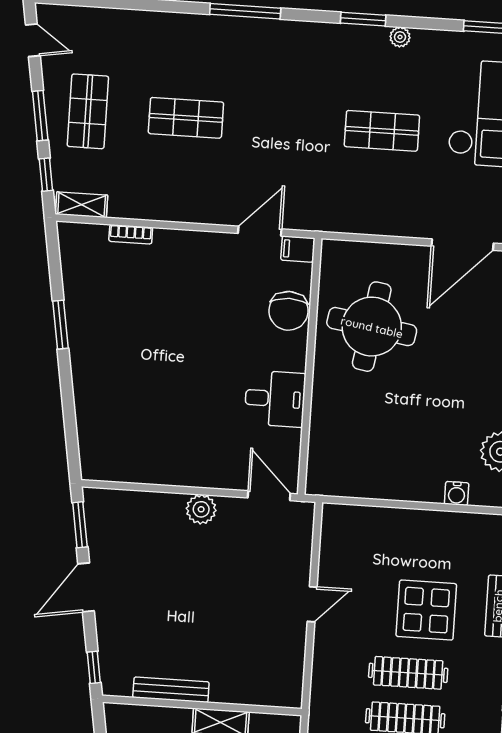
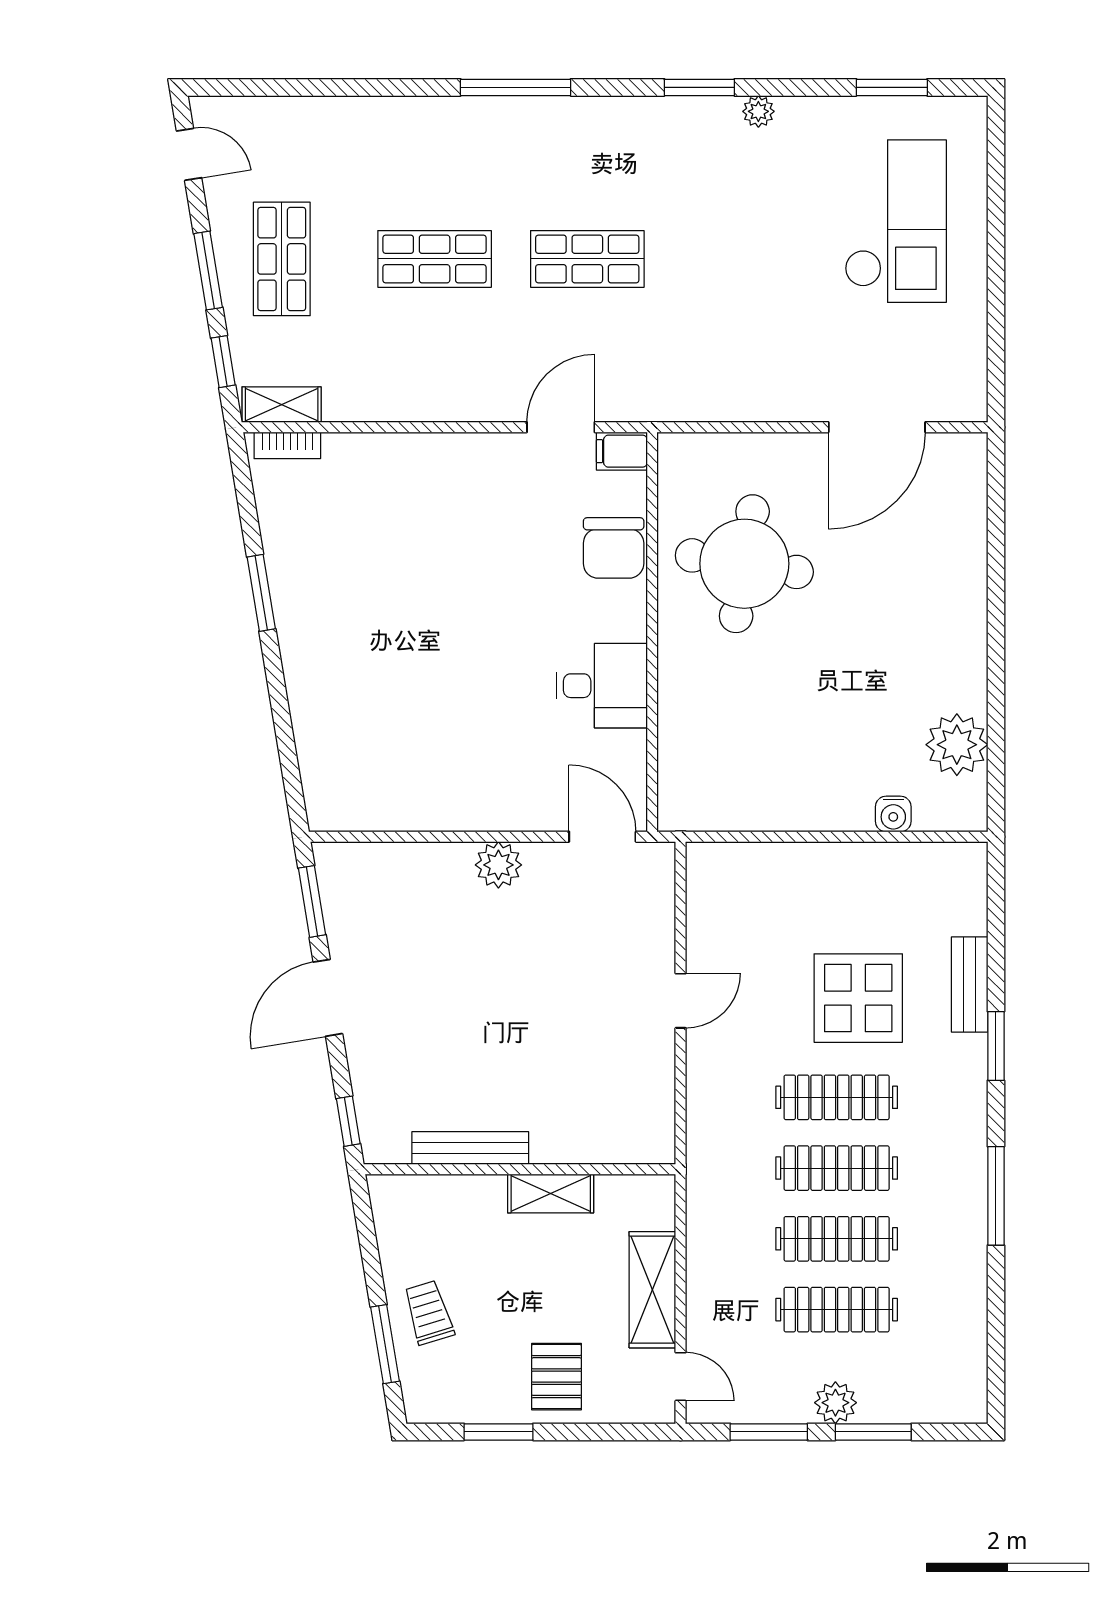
shop shelf: (382, 131) -> (587, 259), moved
bookcase: (131, 234) -> (287, 445), moved

